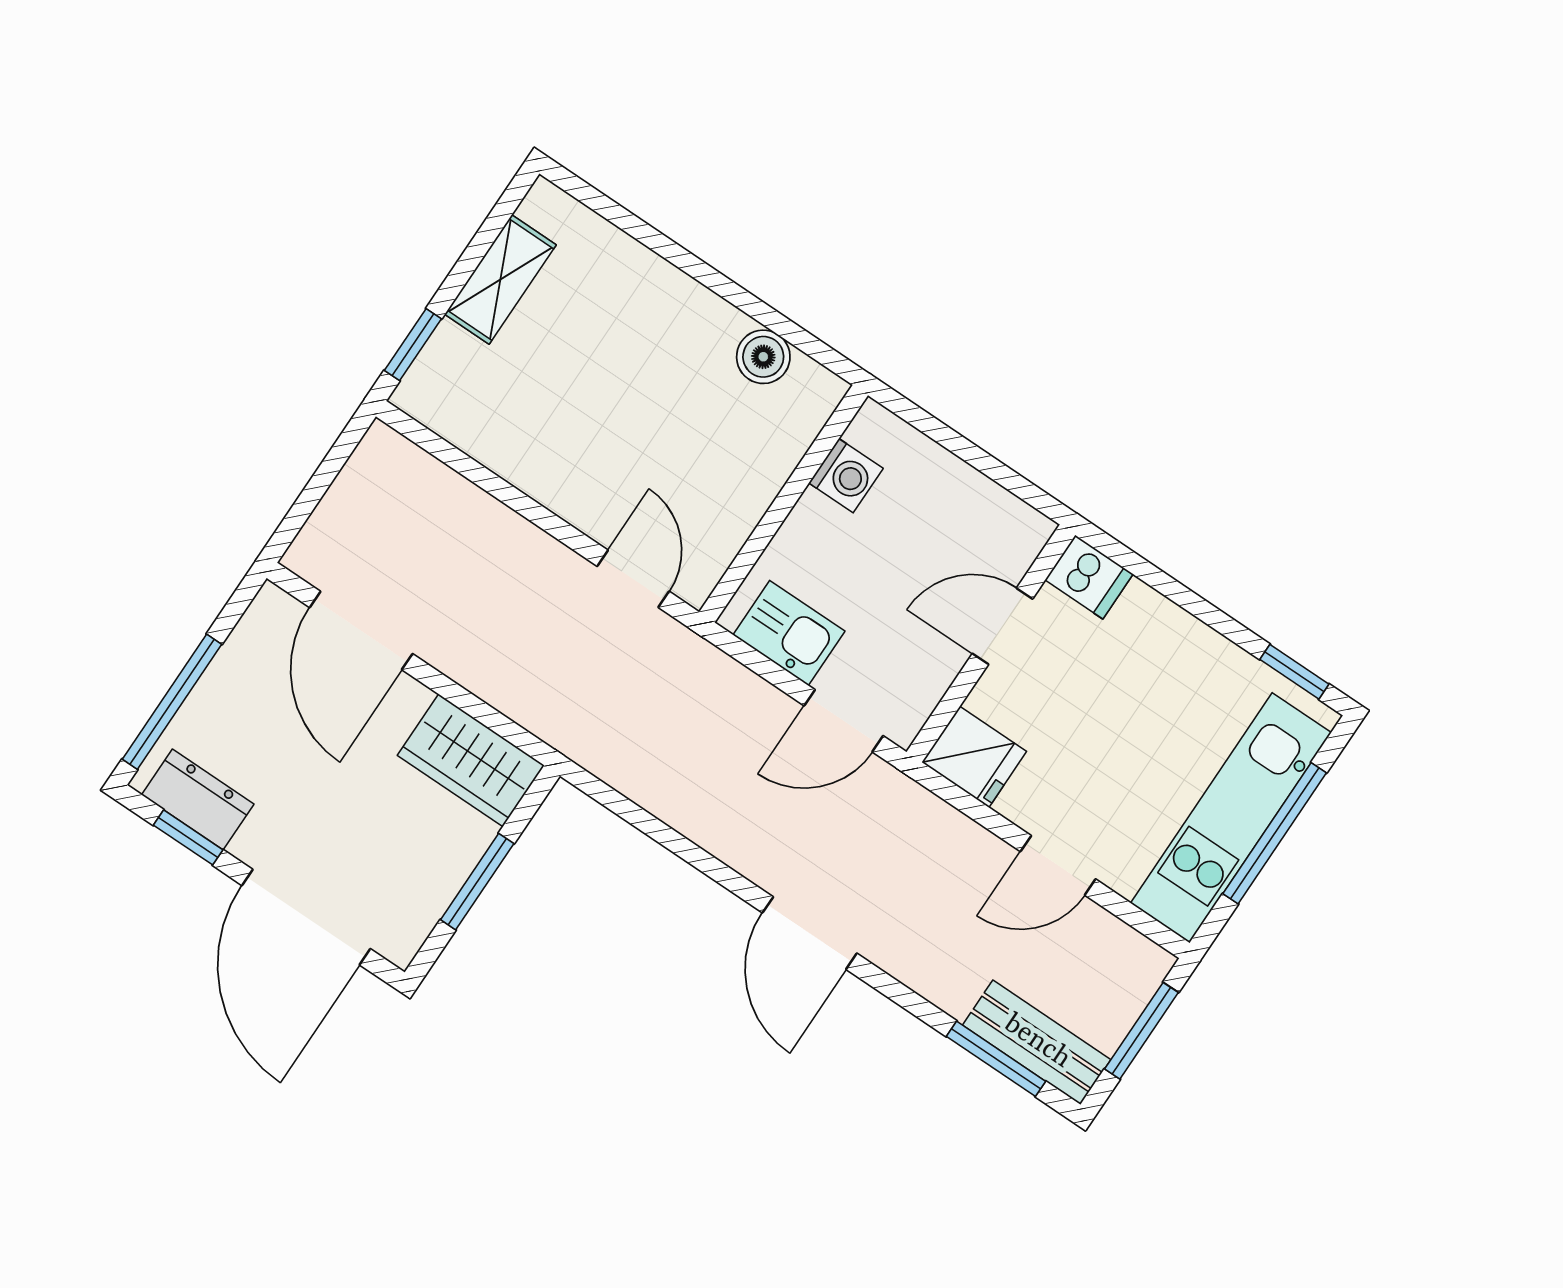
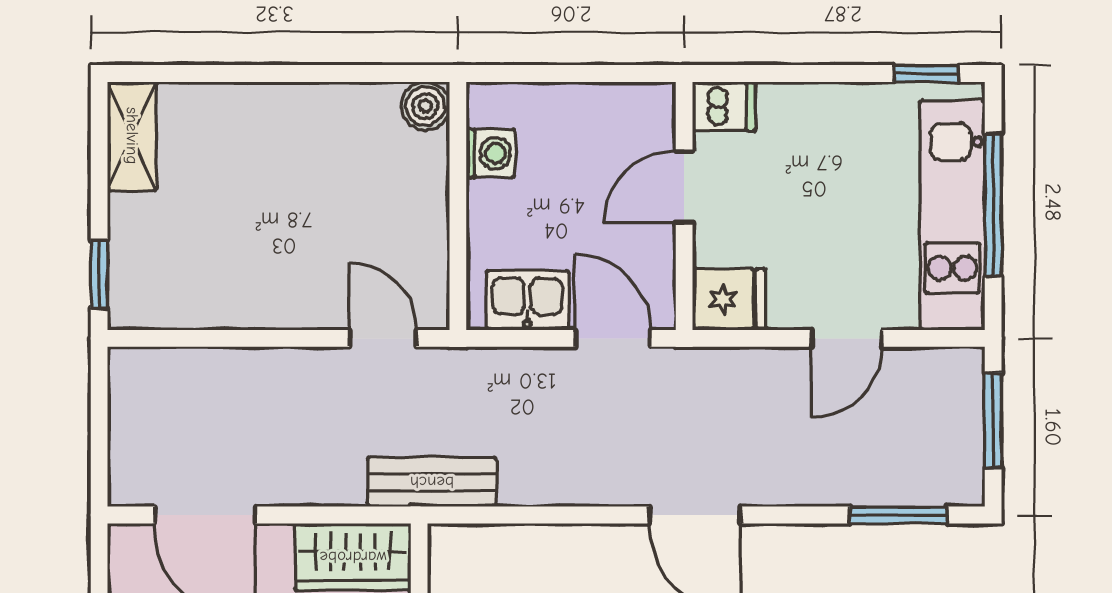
shelving: (500, 280) -> (132, 136), moved
boiler: (763, 357) -> (425, 106), moved
door: (844, 721) -> (613, 338), swing flipped
bench: (1037, 1042) -> (432, 482), moved

